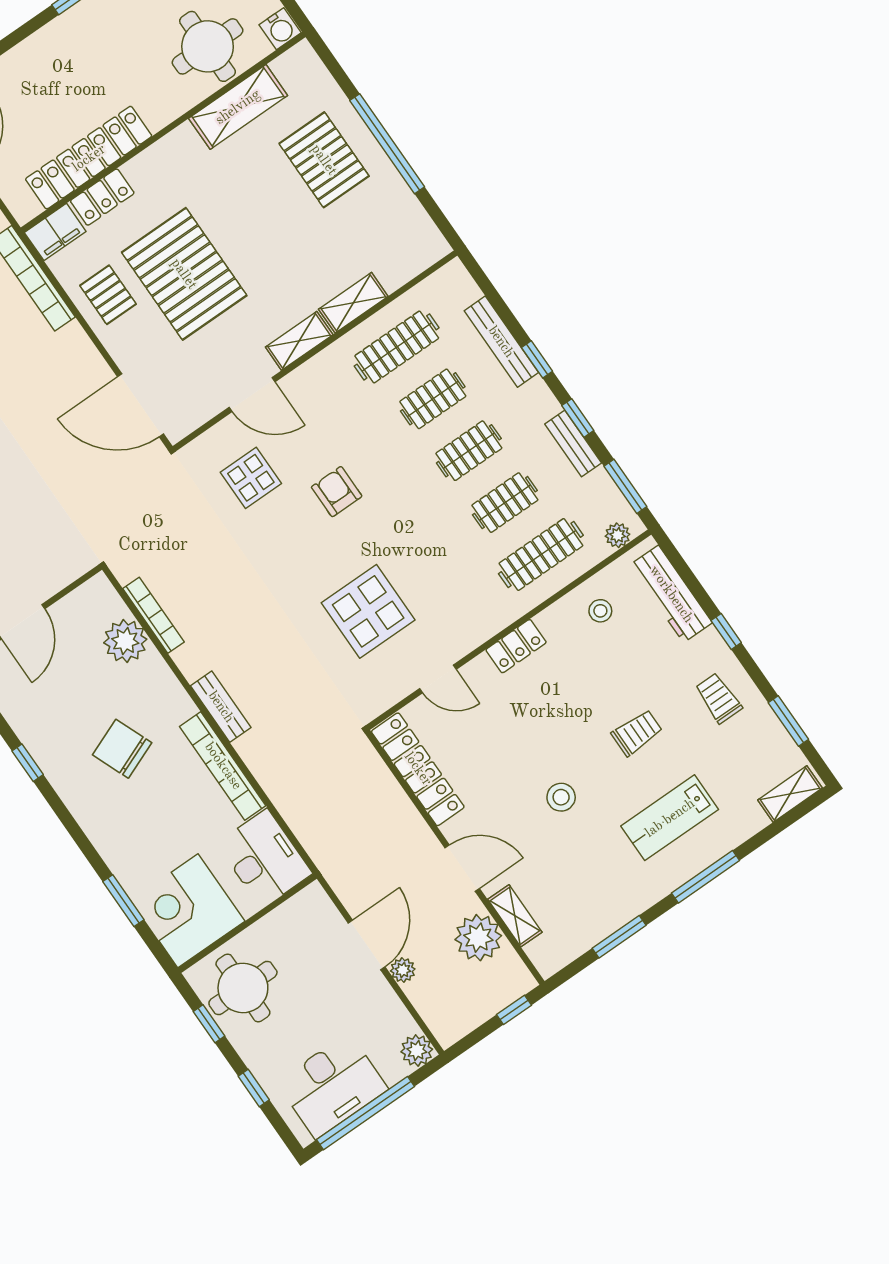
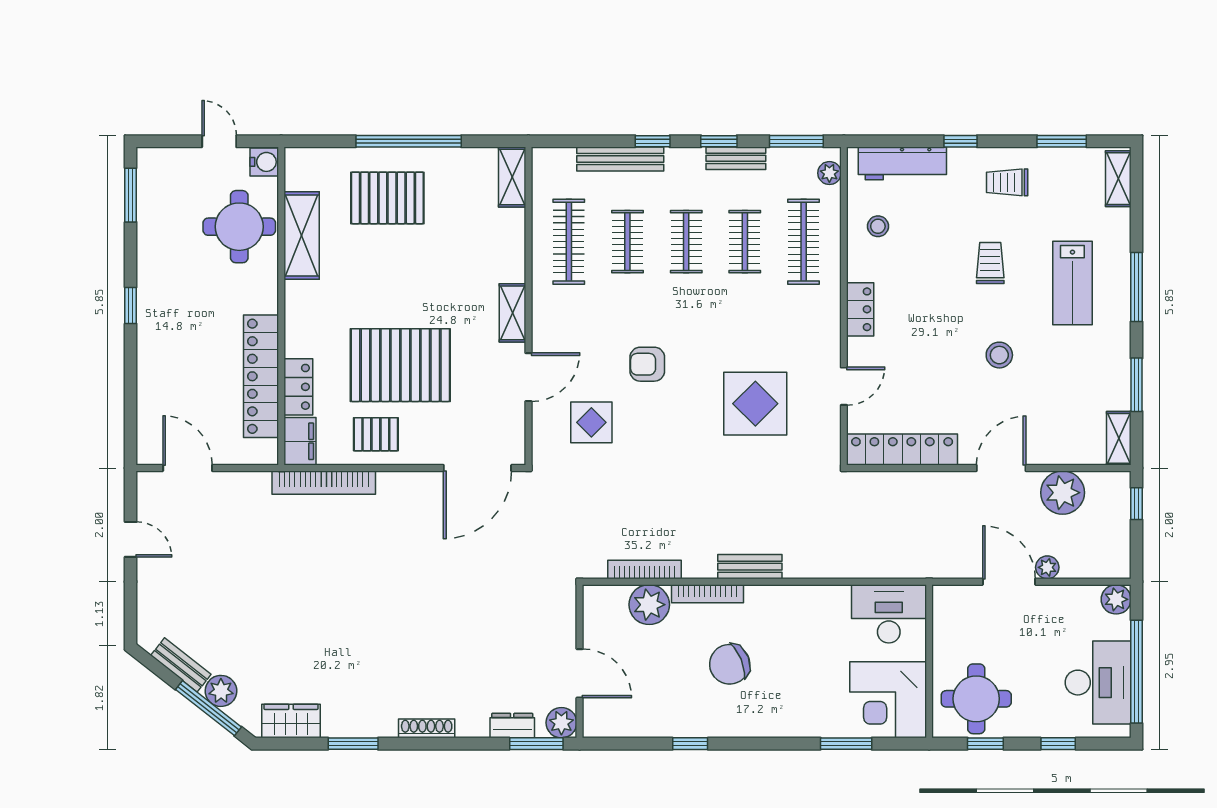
shelving: (353, 303) -> (512, 177), moved
bookcase: (223, 766) -> (707, 594), moved, width x0.68, depth x0.76
shelving: (515, 916) -> (1119, 438), moved, turned 90

